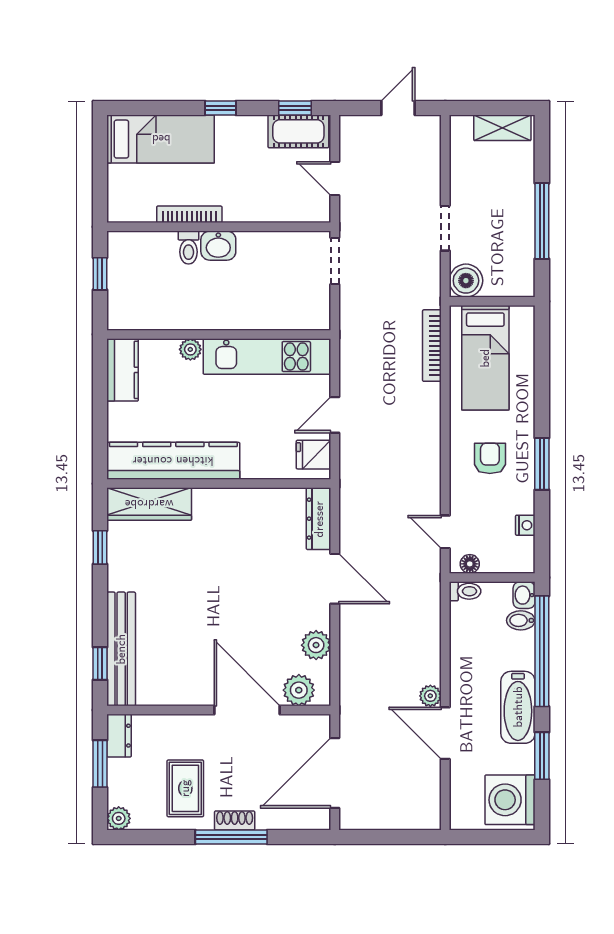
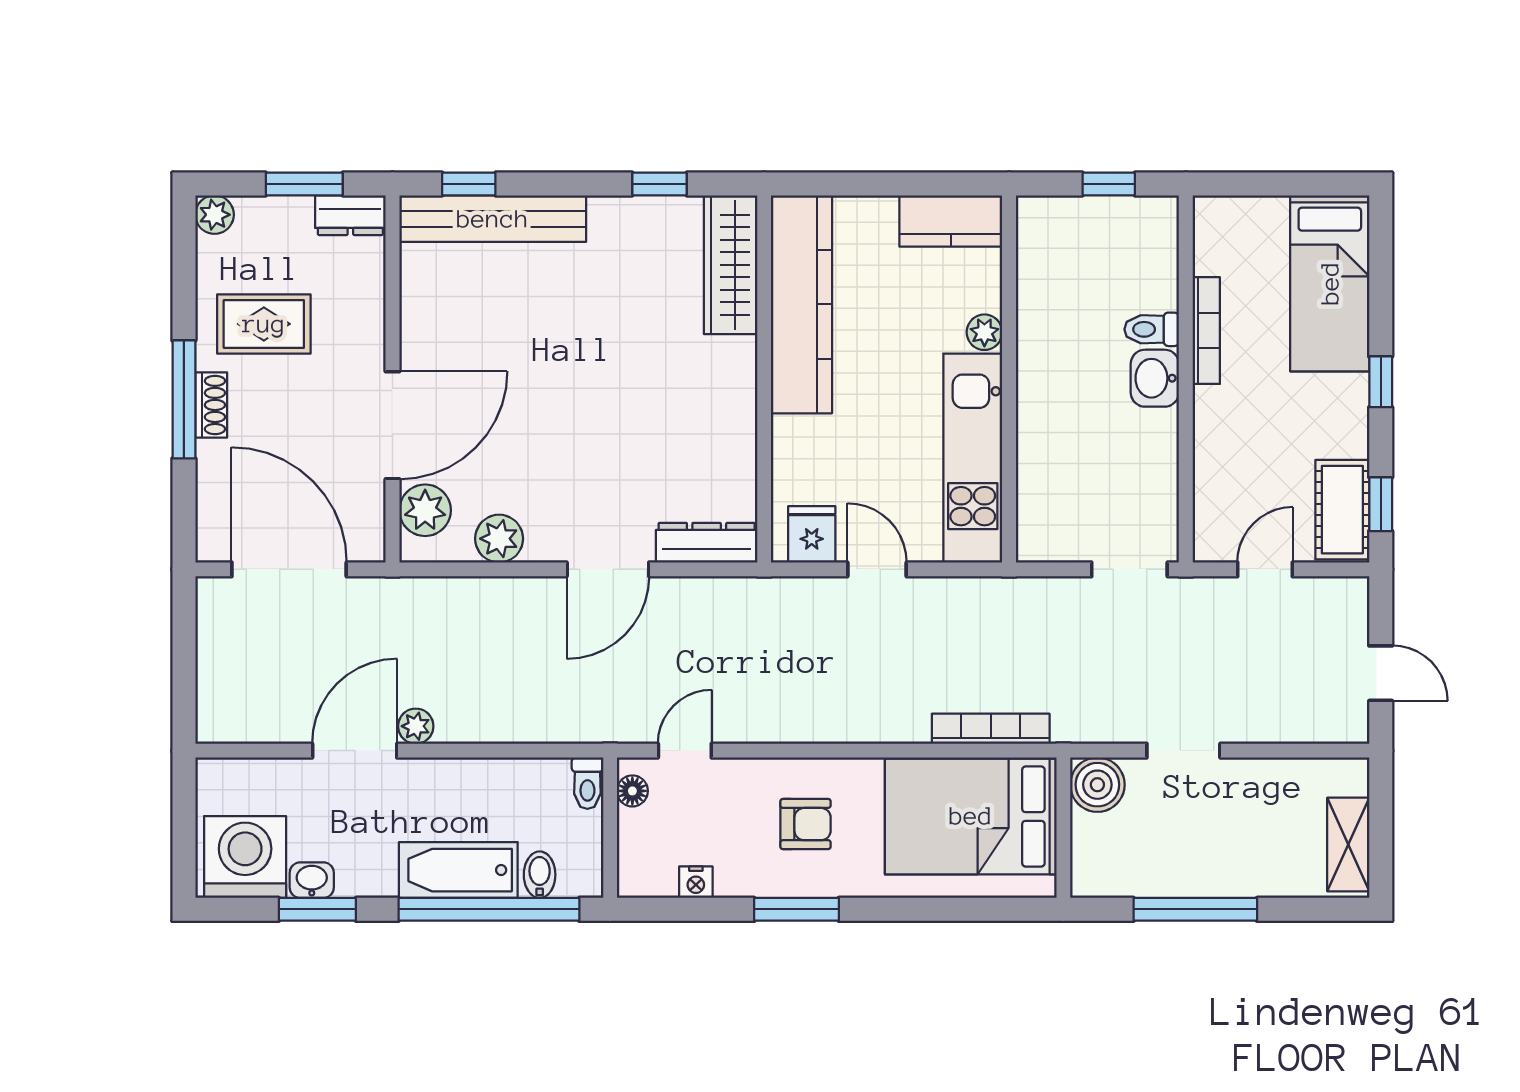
bed: (485, 358) -> (971, 816), width x1.50
washbasin: (524, 595) -> (312, 880), moved
bathtub: (518, 707) -> (458, 870), moved

